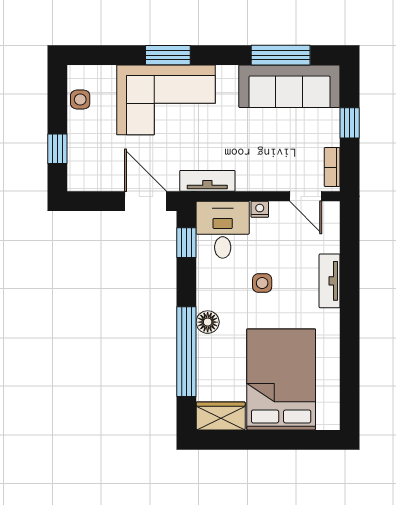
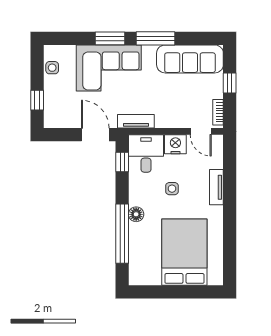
window: (281, 55) -> (155, 38), moved
nightstand: (260, 209) -> (175, 144), width x1.89, depth x1.79
wardrobe: (221, 416) -> (145, 276), removed

